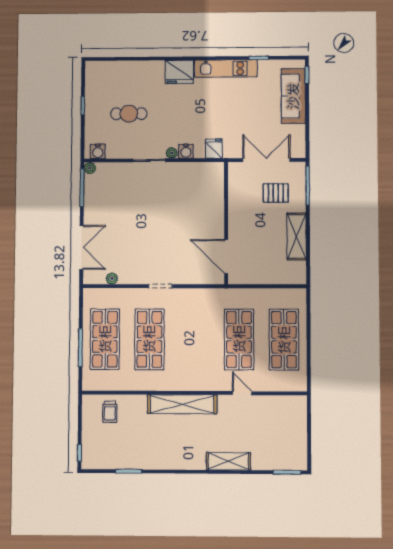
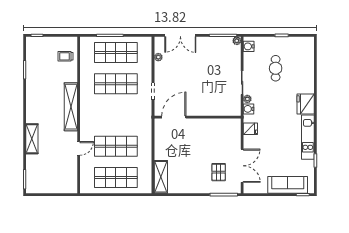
wall: (226, 223) -> (198, 117), moved
shelving: (297, 236) -> (161, 177), moved, turned 90
door: (226, 257) -> (174, 117), moved

